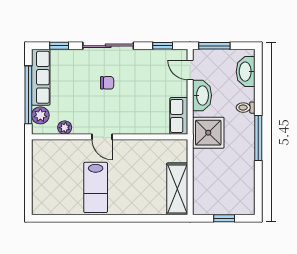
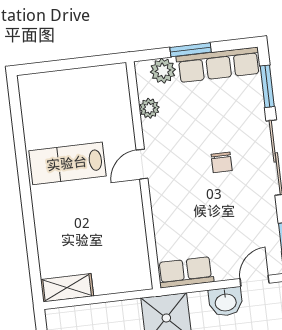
window: (59, 46) -> (267, 86), width x1.50
window: (28, 95) -> (191, 50), width x0.47
washbasin: (202, 95) -> (226, 302), width x0.72
shelving: (177, 189) -> (67, 288), width x0.67, depth x0.75

